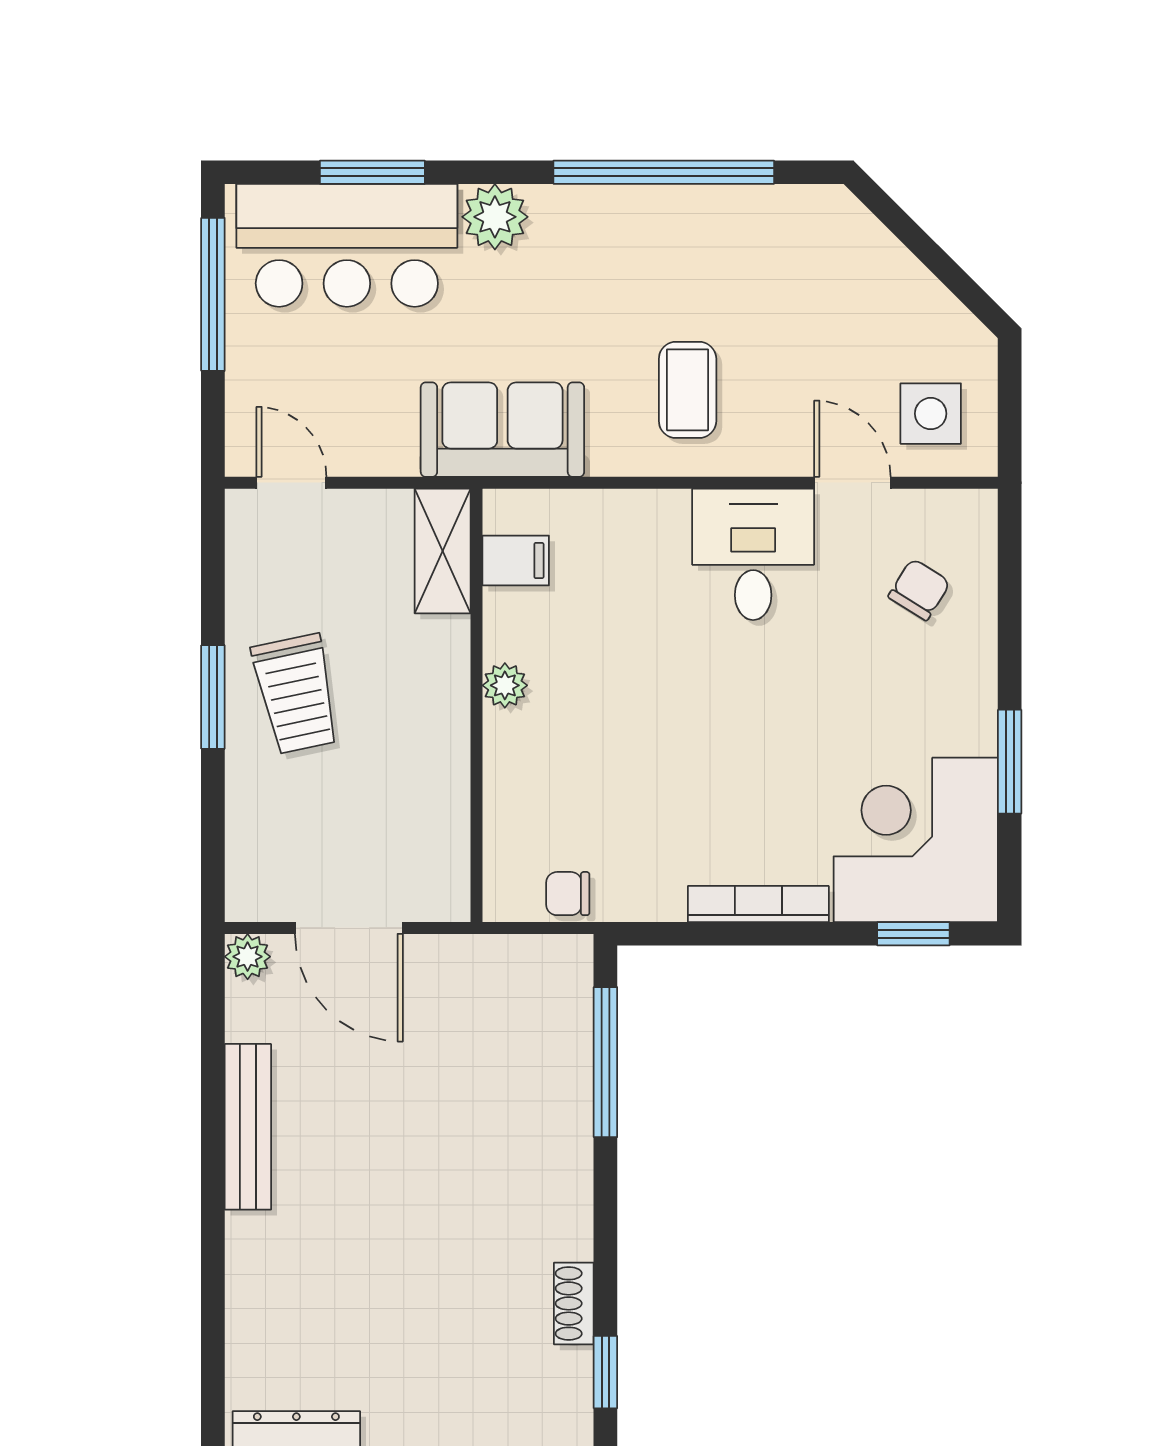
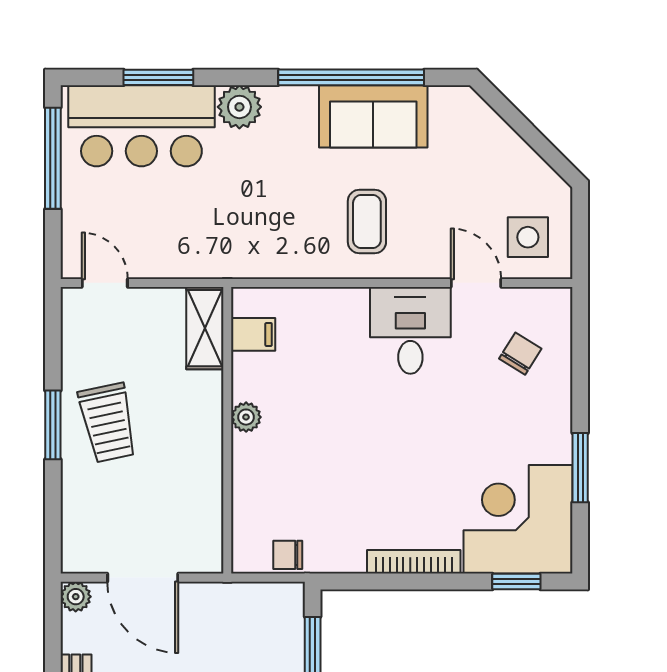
sofa: (502, 430) -> (373, 116), moved, turned 180

